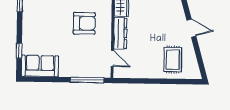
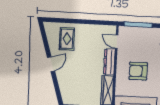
door: (191, 28) -> (51, 64), swing flipped

